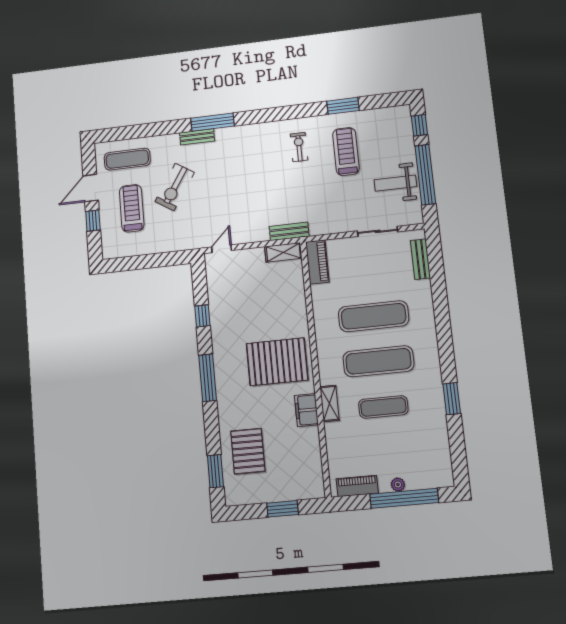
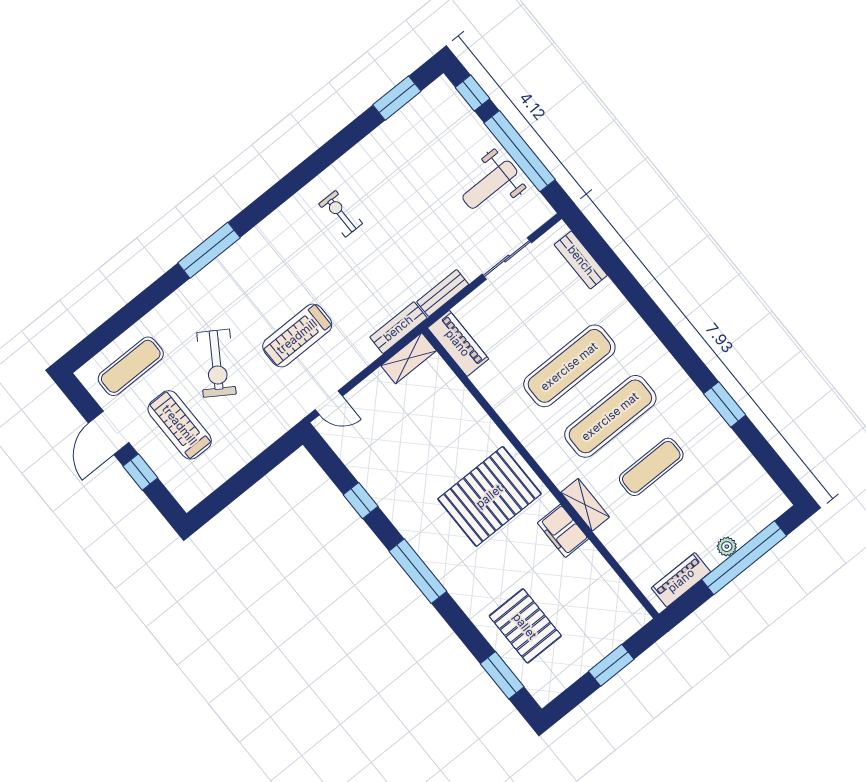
window: (343, 106) -> (397, 98), moved
bench: (197, 137) -> (443, 293), moved
treadmill: (346, 152) -> (297, 336), moved, turned -90
door: (222, 249) -> (329, 403), swing flipped

